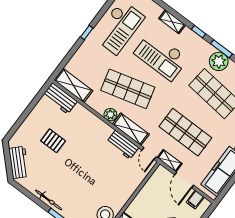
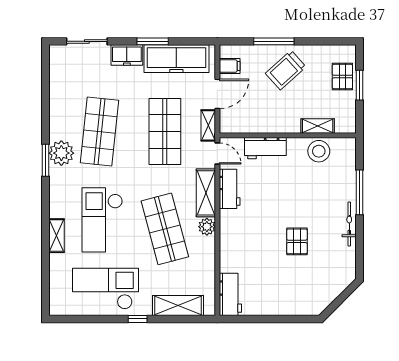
window: (199, 32) -> (46, 199), removed
checkout: (161, 56) -> (102, 220), turned 180
shelving: (73, 85) -> (178, 306), moved, turned 90
pallet: (53, 141) -> (297, 241), moved
door: (149, 153) -> (217, 153), hinge flipped
workbench: (19, 162) -> (265, 148), moved, turned -135

